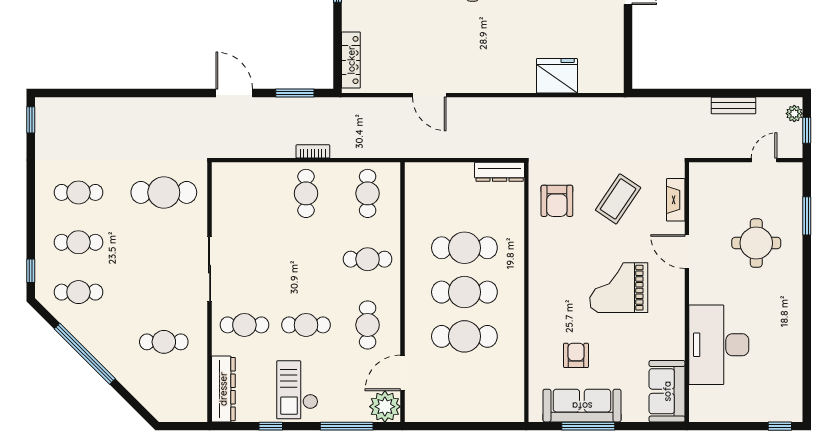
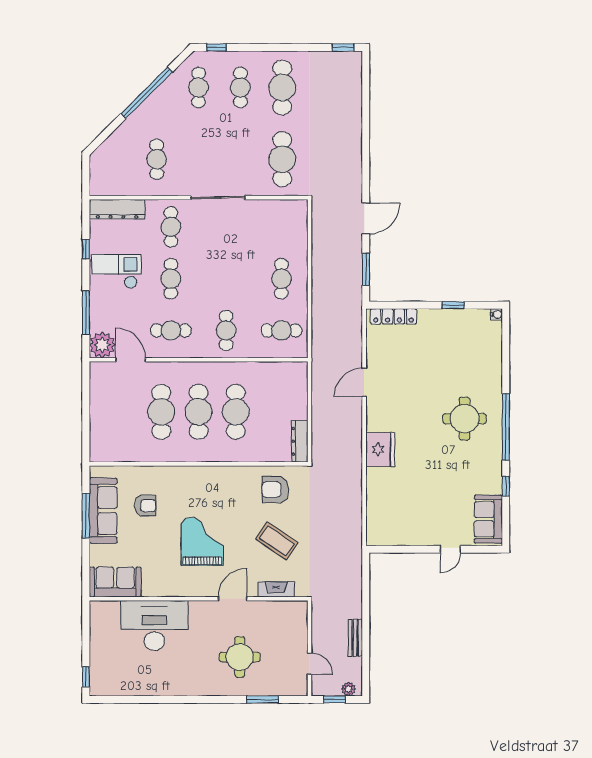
fridge: (557, 76) -> (380, 449), moved
bookcase: (313, 151) -> (317, 284), removed
cafe table: (78, 192) -> (282, 87), width x1.37, depth x1.35
cafe table: (306, 193) -> (281, 279), turned 90

